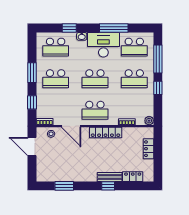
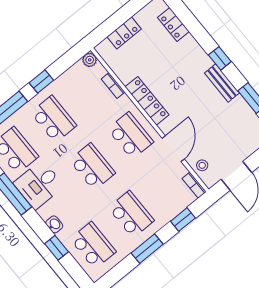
desk: (103, 45) -> (39, 185), width x0.73
bench: (110, 177) -> (222, 83), moved
window: (108, 186) -> (220, 58), moved

